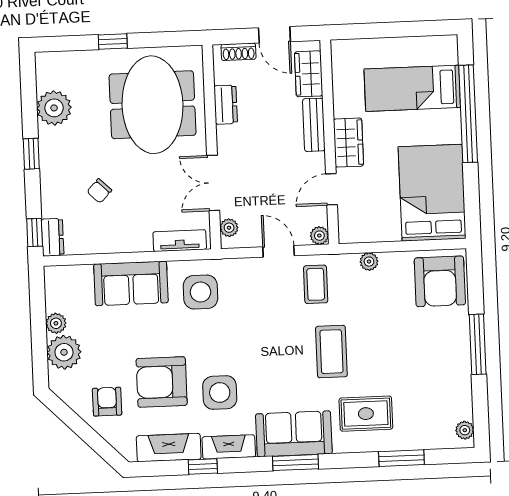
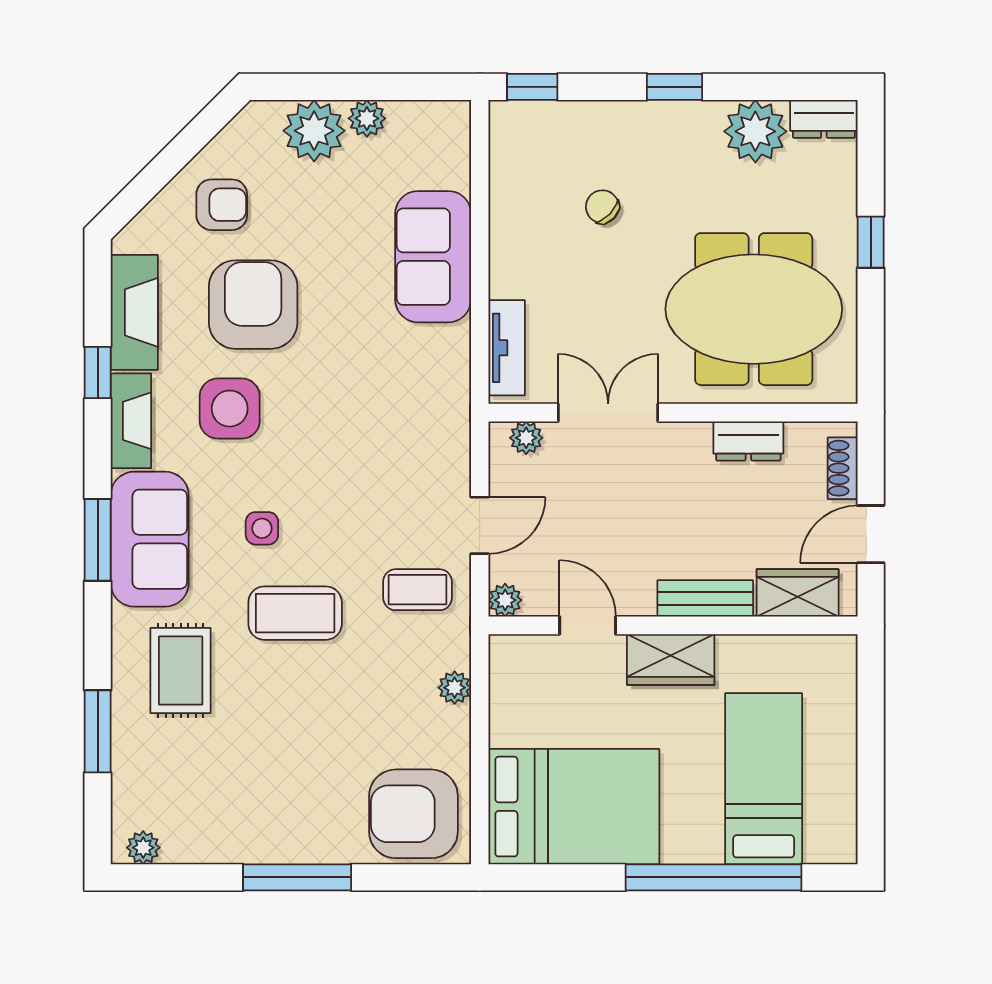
dresser: (53, 237) -> (824, 119), moved
side table: (200, 292) -> (262, 528), moved, width x0.54, depth x0.54

